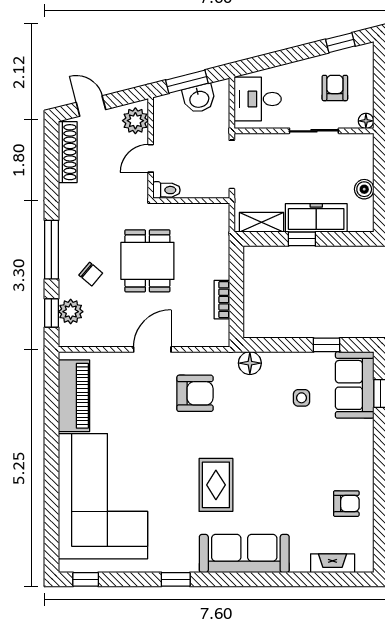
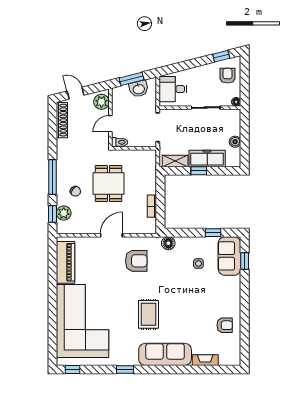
armchair: (335, 88) -> (227, 76), moved
fireplace: (333, 563) -> (205, 360), moved

